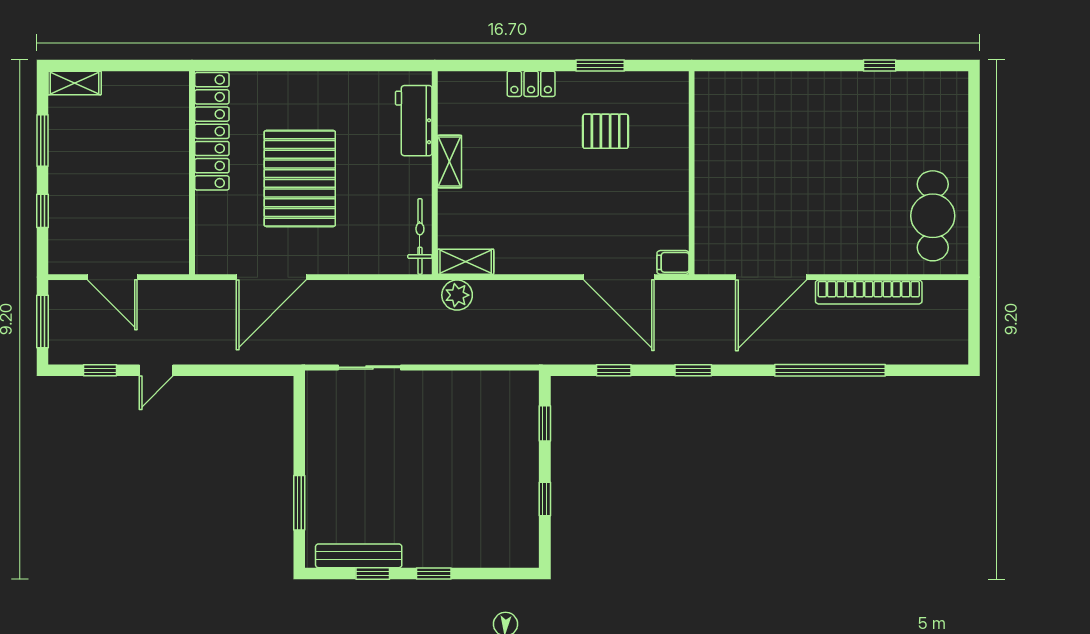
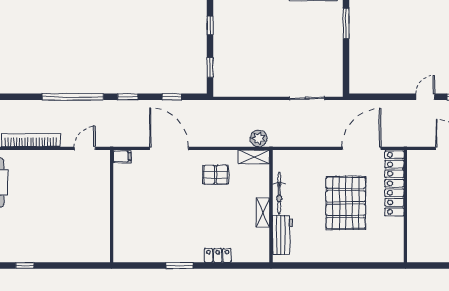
locker: (212, 131) -> (394, 183), moved
pallet: (606, 131) -> (216, 175), moved
wall: (692, 173) -> (112, 206), moved
bicycle: (420, 236) -> (279, 193), moved
filing cabinet: (673, 262) -> (122, 157), moved
door: (771, 277) -> (85, 148), width x0.53
window: (830, 370) -> (73, 97), moved

